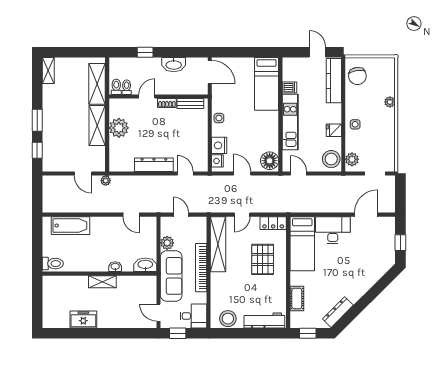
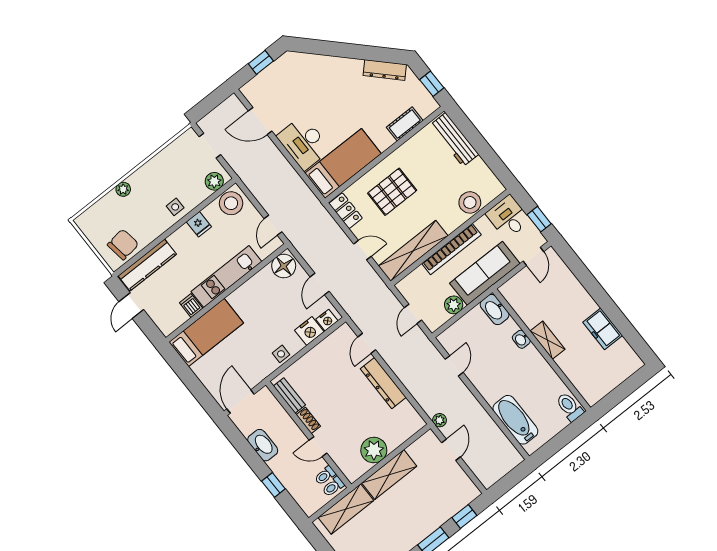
stool: (228, 319) -> (470, 202), moved

